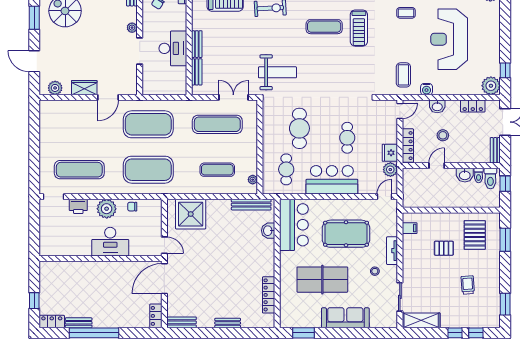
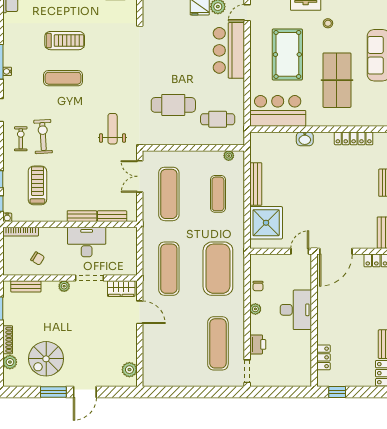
exercise mat: (324, 27) -> (63, 78), turned 90
door: (34, 61) -> (85, 392), moved
weight bench: (277, 72) -> (113, 129), width x0.73, depth x0.75
wardrobe: (84, 88) -> (121, 289), moved, turned -90
exercise mat: (148, 124) -> (169, 269), width x0.68
cafe table: (347, 138) -> (183, 53), removed
bar counter: (332, 180) -> (229, 50), moved
door: (385, 197) -> (247, 13), hinge flipped
bench: (251, 205) -> (256, 184), moved
plant: (107, 209) -> (255, 309), width x0.53, depth x0.53
washbasin: (268, 231) -> (305, 139), moved
locker: (66, 267) -> (323, 357), added
door: (164, 279) -> (336, 251), hinge flipped
window: (34, 301) -> (337, 392), moved

